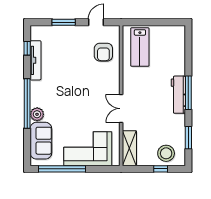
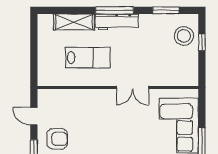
lab bench: (140, 47) -> (88, 58), moved
armchair: (103, 52) -> (57, 139), moved
shelving: (129, 148) -> (74, 22), moved

